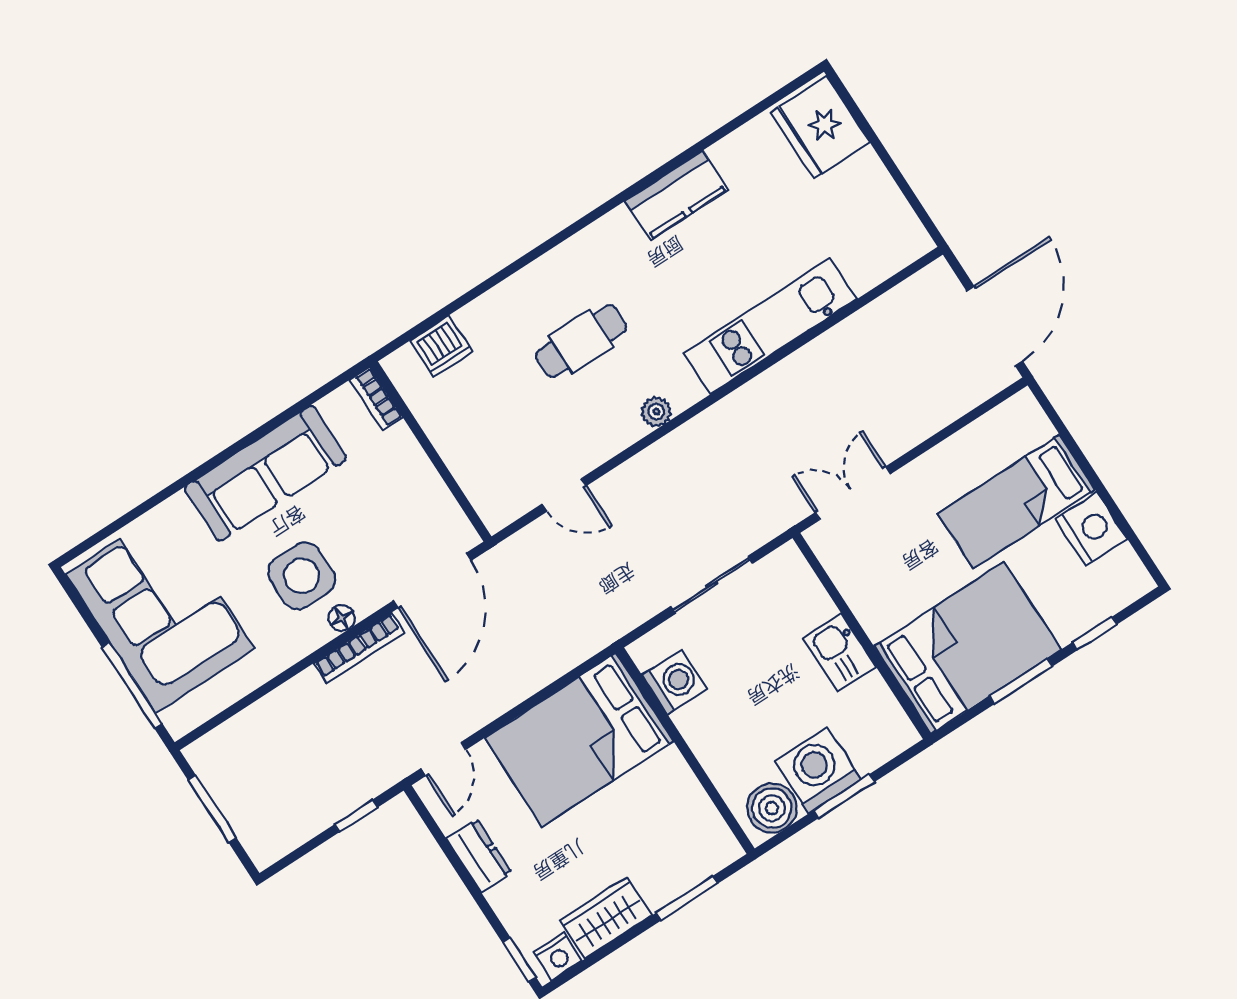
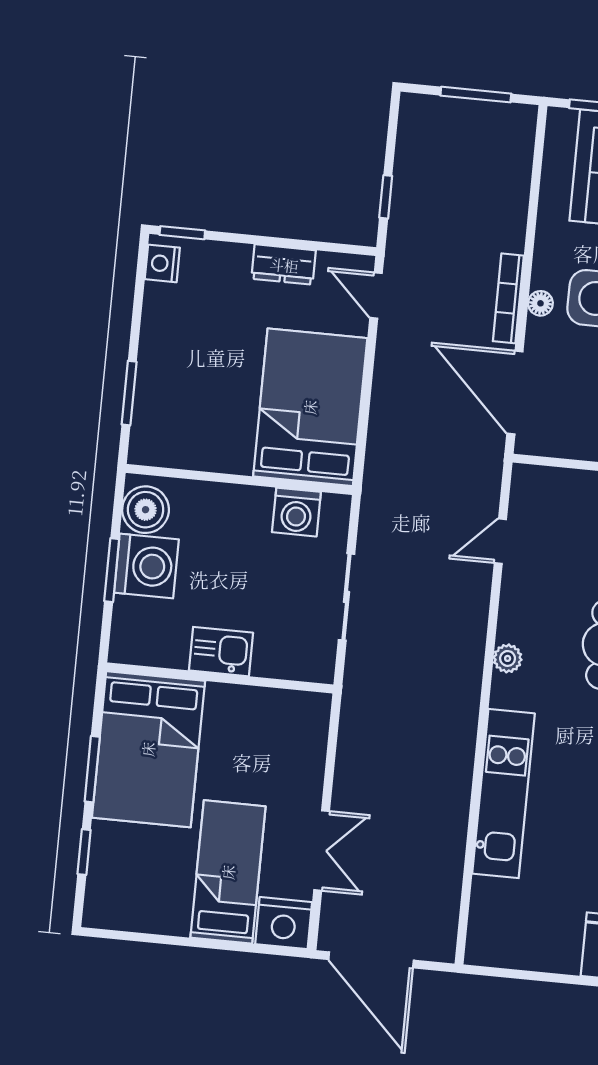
double door: (853, 493) -> (322, 851), moved
nightstand: (1091, 529) -> (284, 923), moved
wardrobe: (606, 918) -> (162, 322), removed

